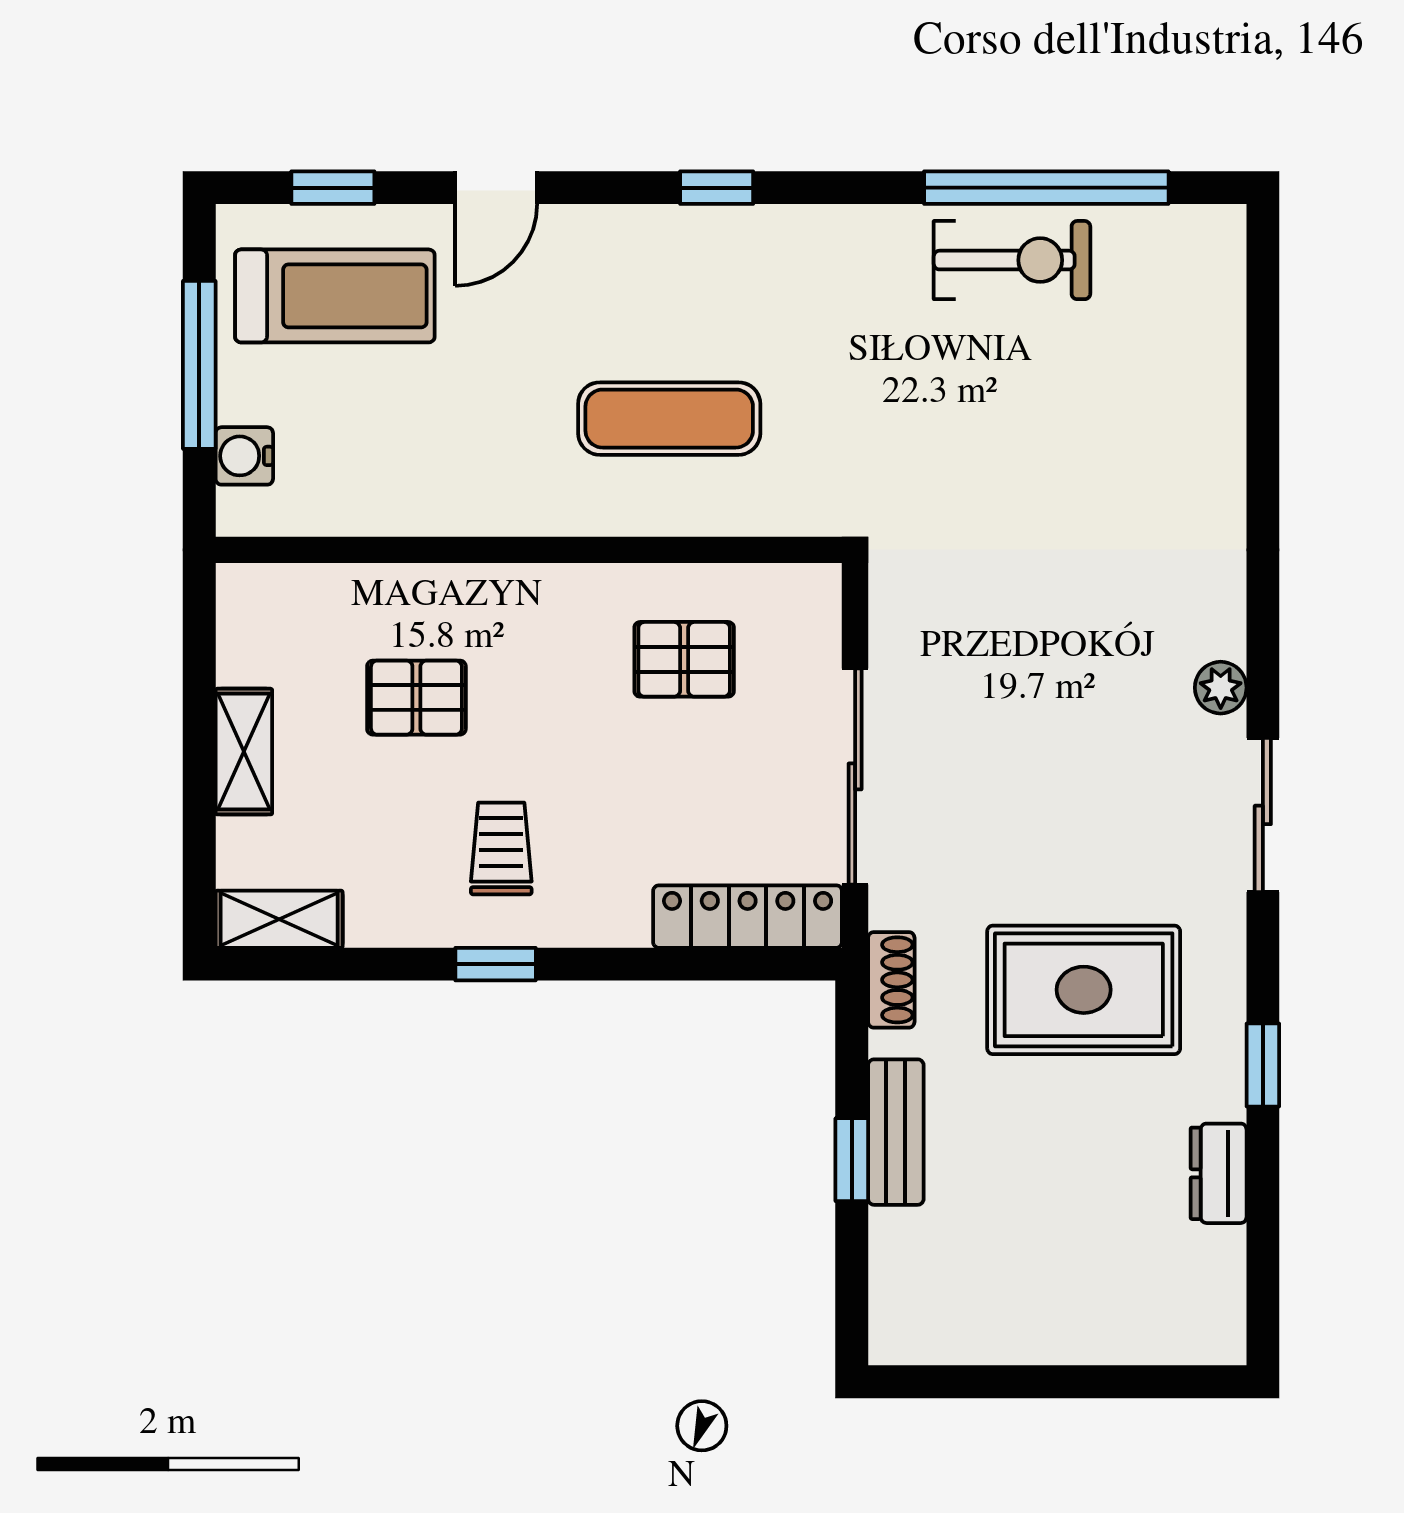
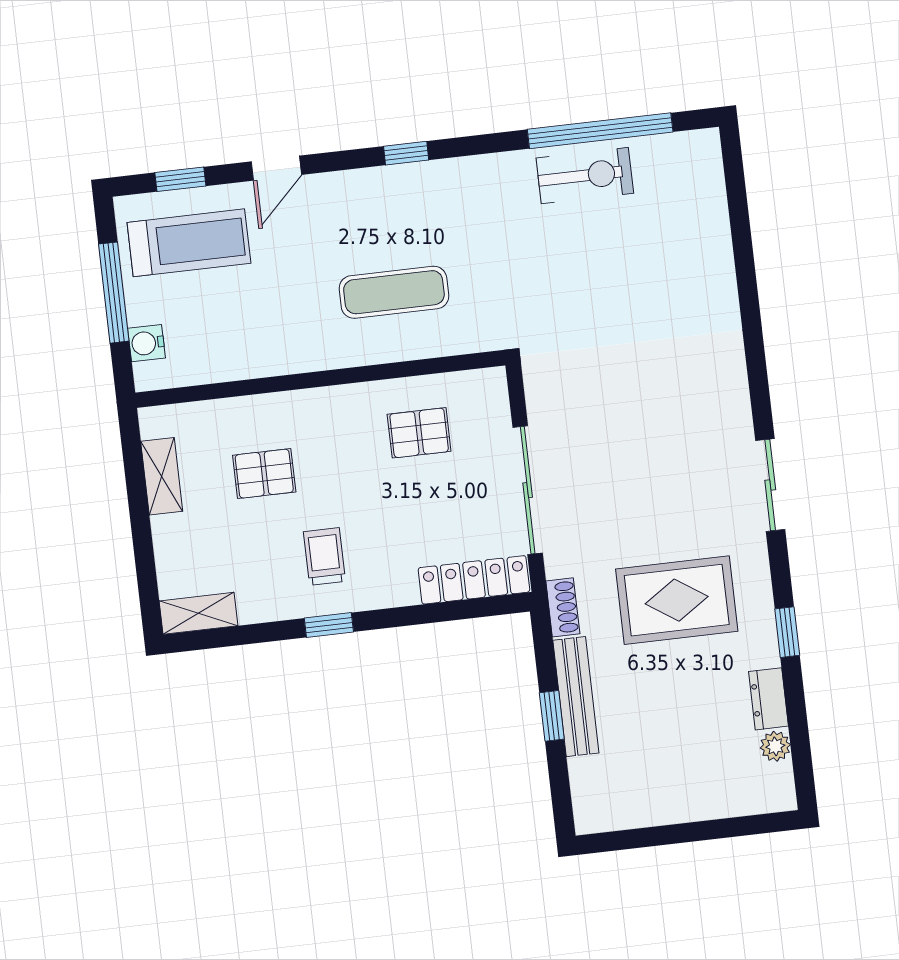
plant: (1221, 688) -> (775, 746), moved
shelving: (244, 752) -> (162, 476), moved
bench: (896, 1132) -> (576, 697), width x1.36

